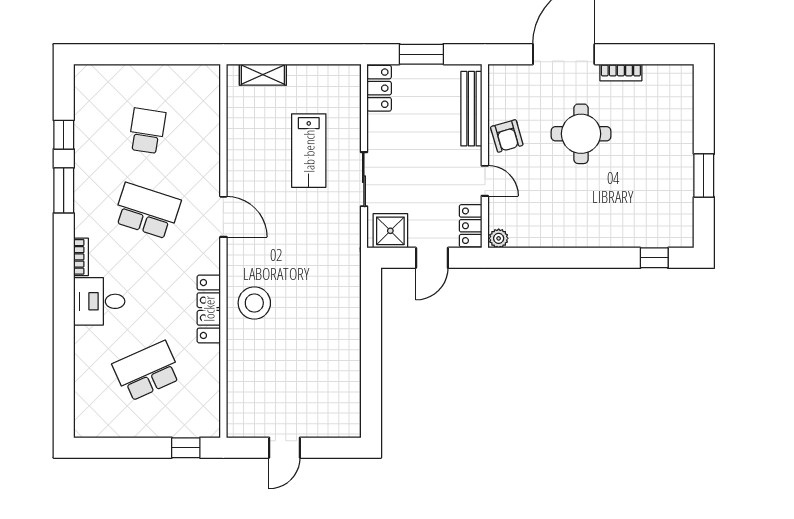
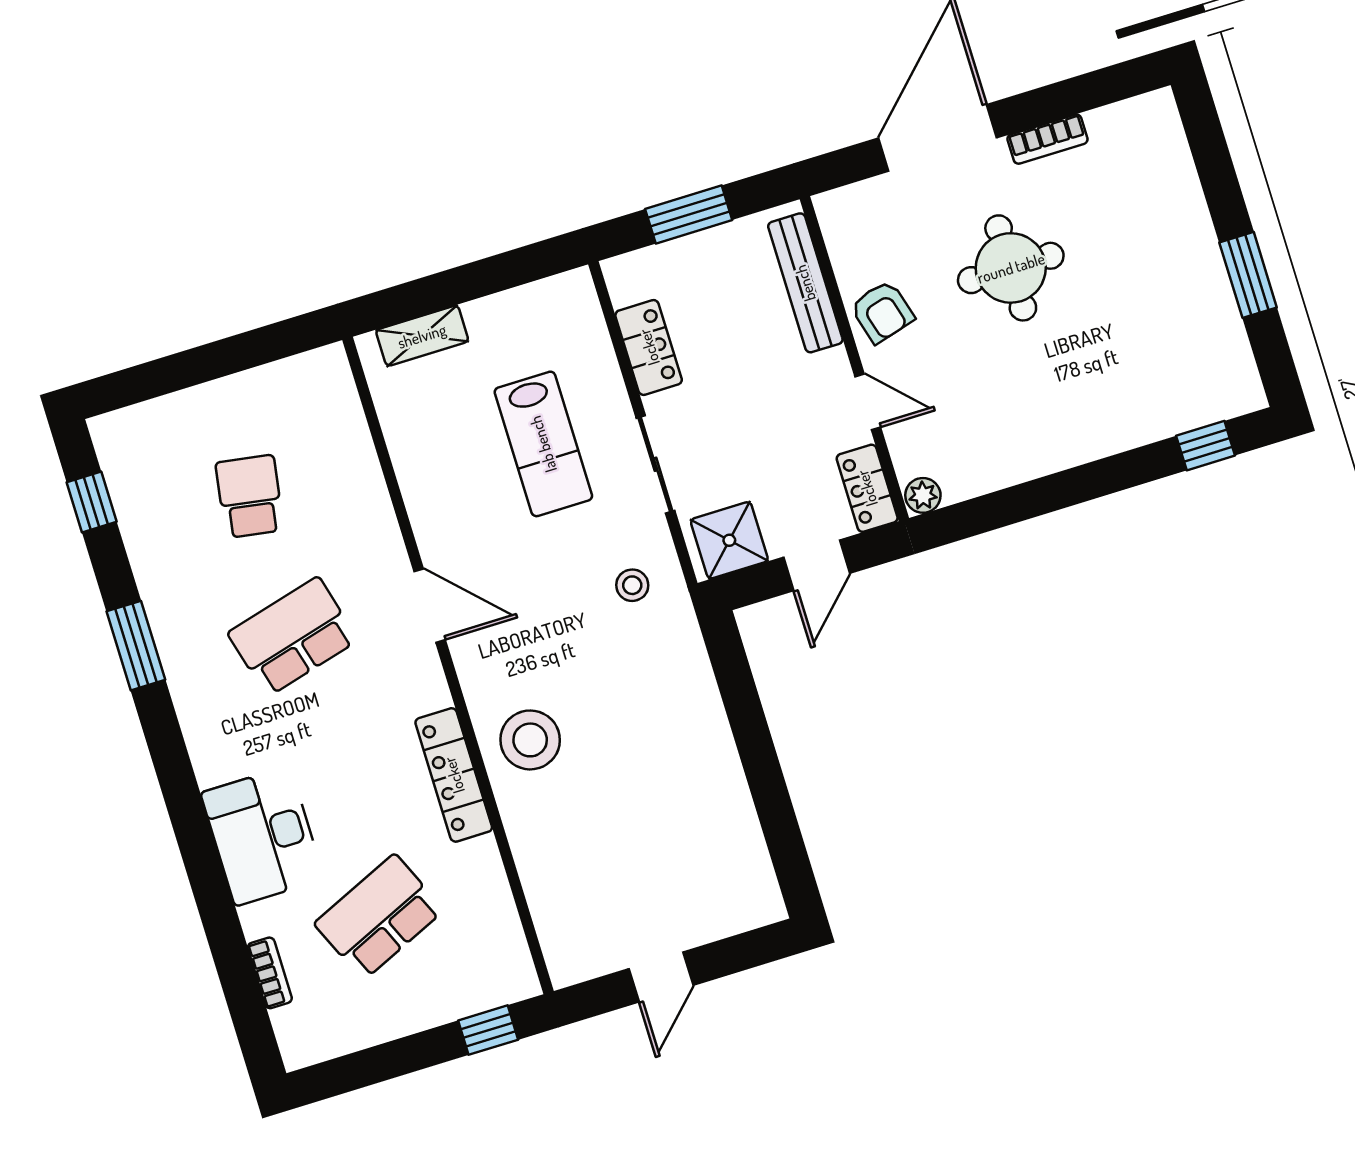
locker: (379, 88) -> (649, 347), moved
window: (64, 135) -> (92, 502), moved
school desk: (147, 211) -> (293, 637), turned -33
stool: (332, 239) -> (632, 585), added
bookcase: (81, 257) -> (270, 973), moved
desk: (99, 301) -> (262, 836), width x1.37

